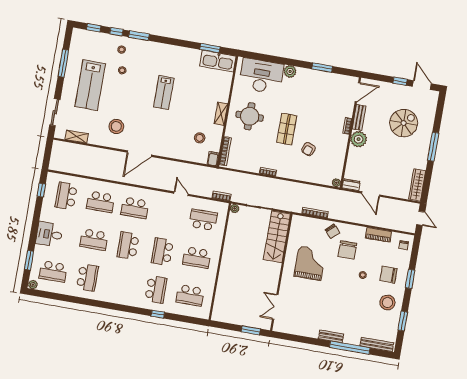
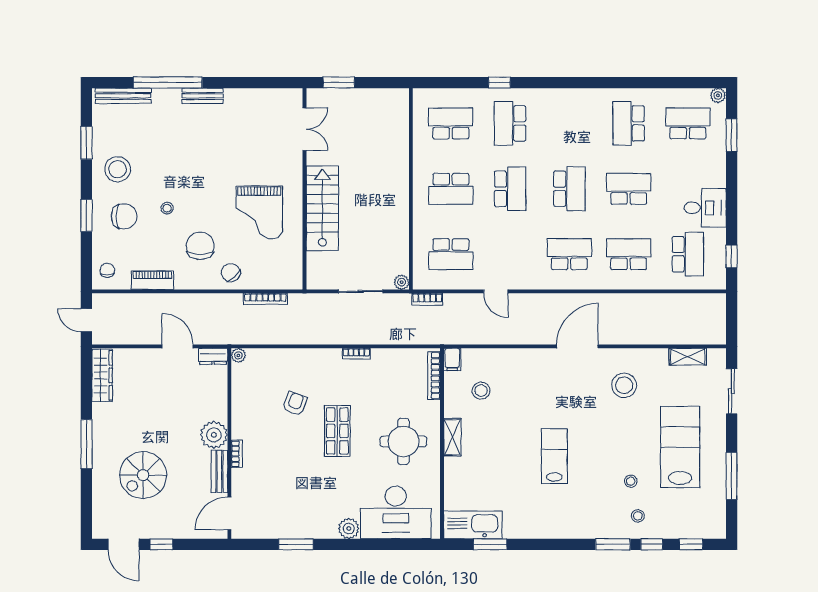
desk: (49, 234) -> (705, 208), moved
stairs: (277, 237) -> (322, 208), moved
school desk: (197, 258) -> (451, 189), turned 180

